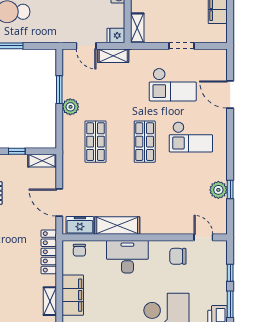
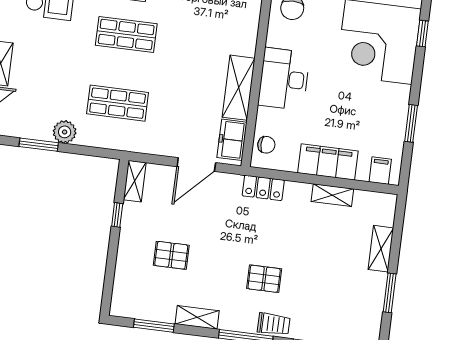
locker: (49, 252) -> (263, 188), width x0.66

